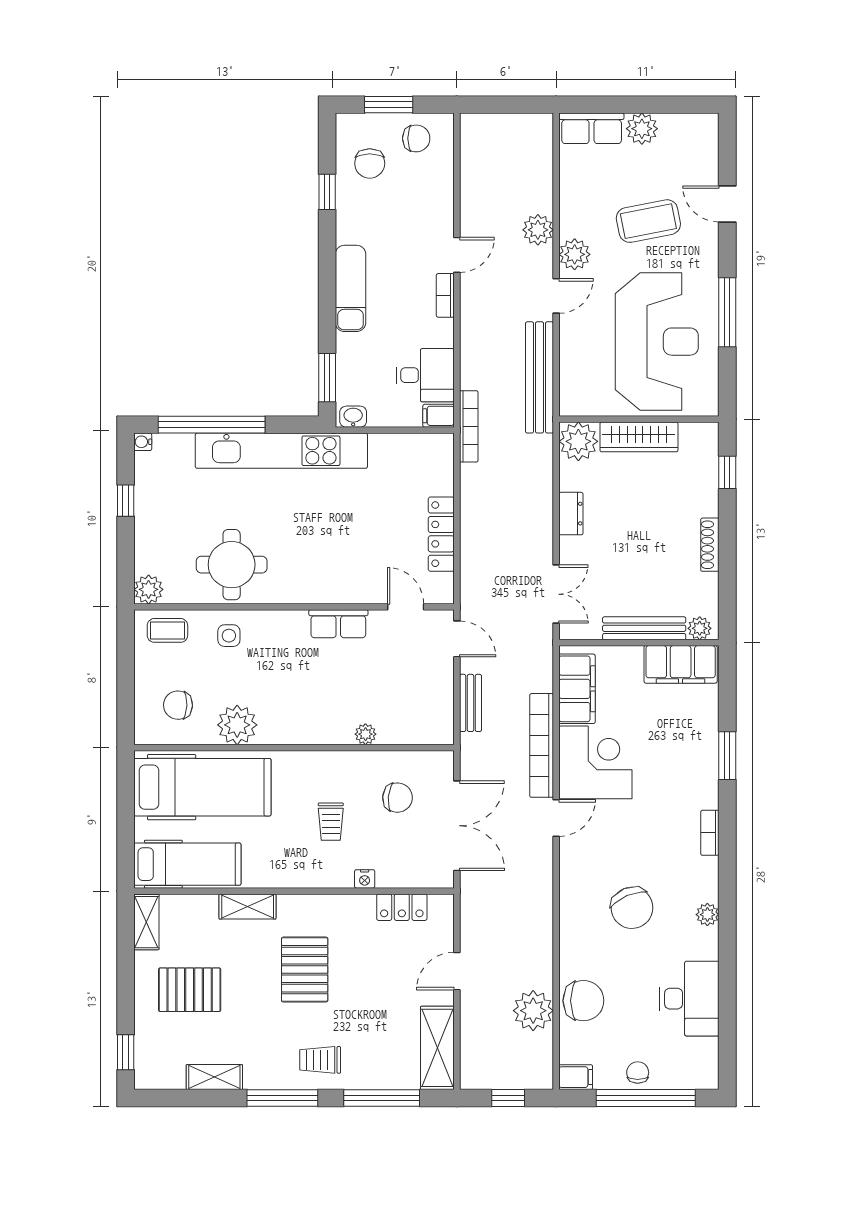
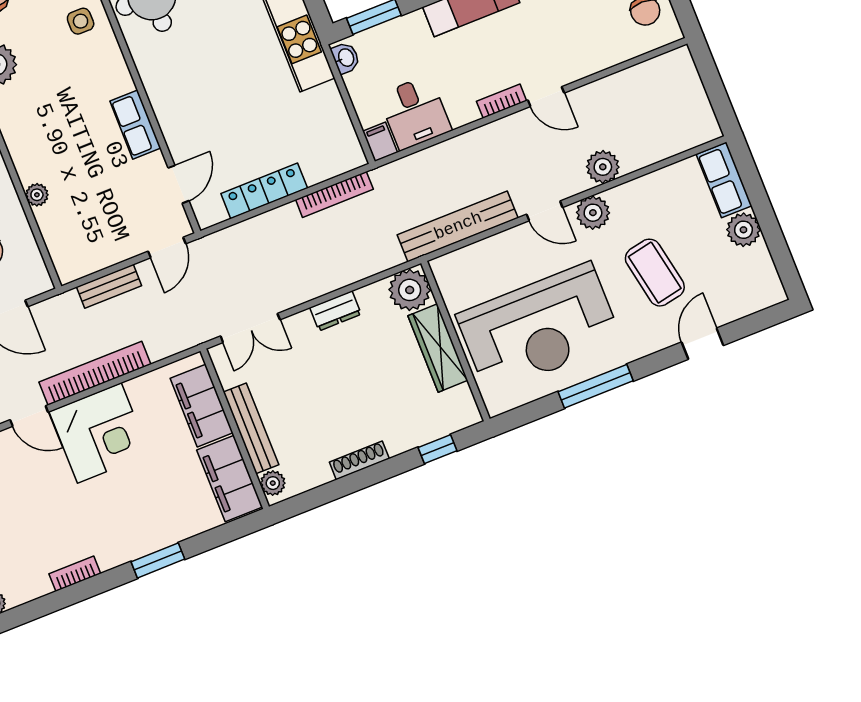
bookcase: (469, 426) -> (334, 194), moved
filing cabinet: (577, 689) -> (202, 406), moved, turned 90

